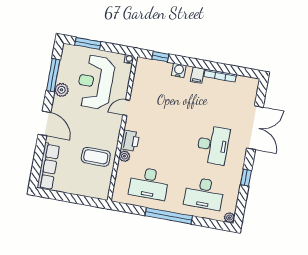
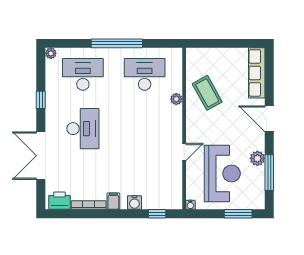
printer: (130, 141) -> (59, 201), moved, turned 90
desk: (213, 145) -> (83, 129), turned 180
coffee table: (96, 157) -> (207, 93), turned 61

